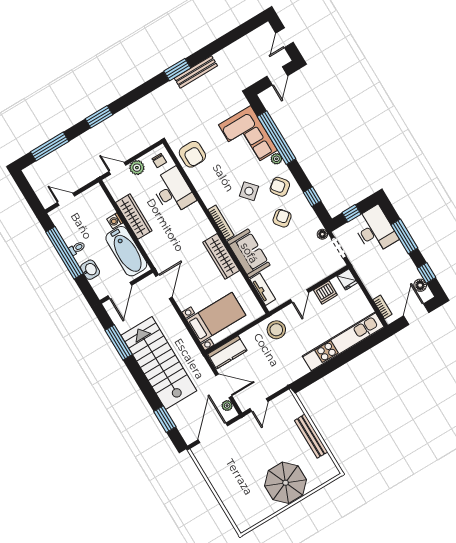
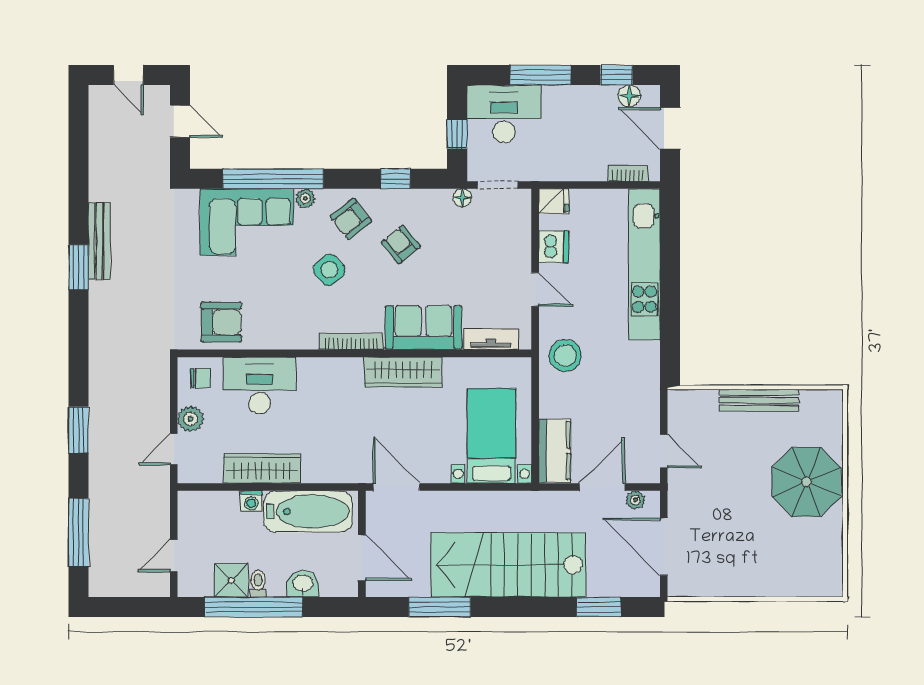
shower: (71, 234) -> (231, 580), added

